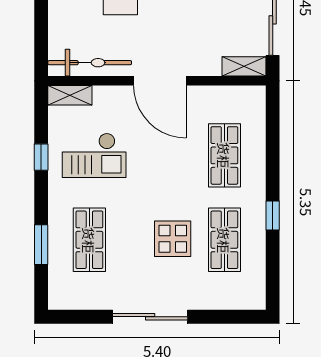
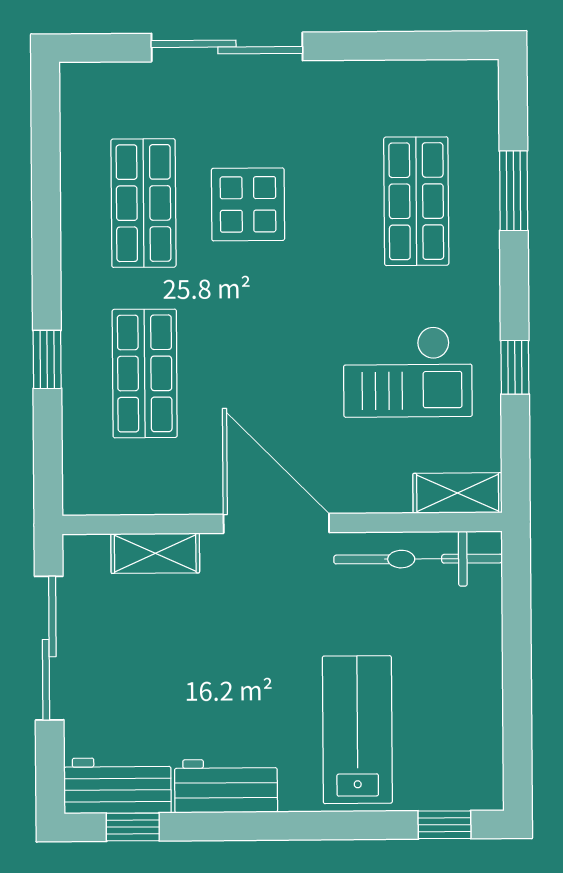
shelving: (244, 66) -> (155, 553), moved
checkout: (94, 155) -> (408, 372), turned 180
window: (273, 216) -> (47, 359), moved
sliding door: (150, 317) -> (227, 47), moved

